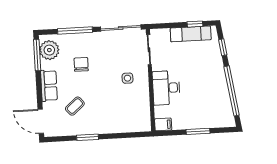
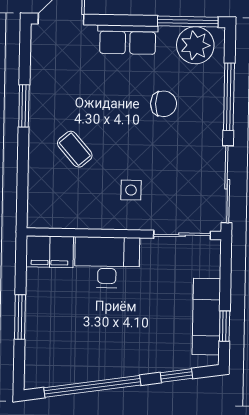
coffee table: (75, 106) -> (75, 149), moved
filing cabinet: (163, 124) -> (50, 252), width x2.00

